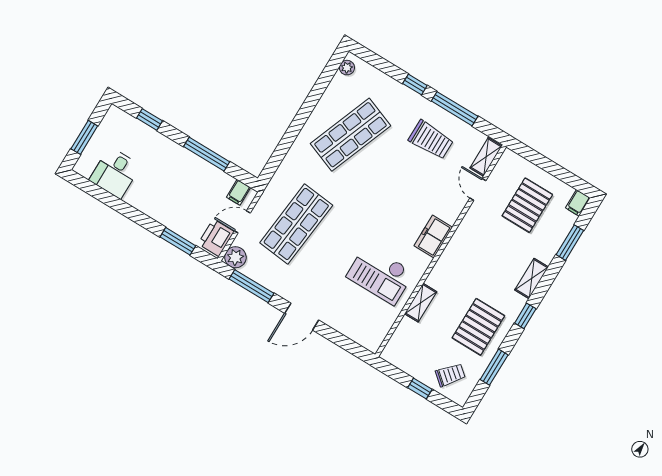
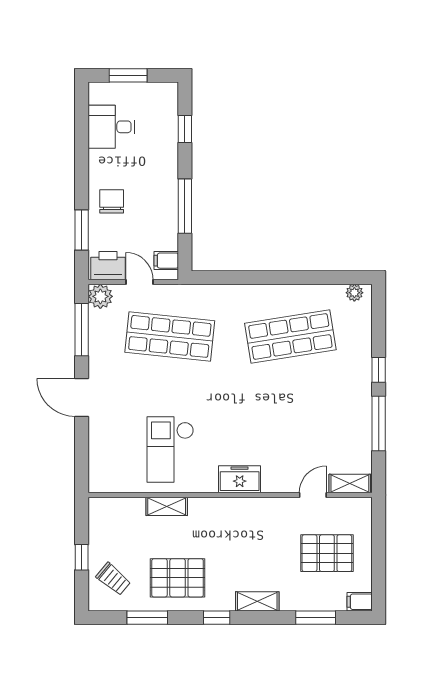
shop shelf: (350, 135) -> (290, 336), turned -30
trolley: (431, 140) -> (334, 419), removed
chair: (170, 206) -> (112, 201), added

